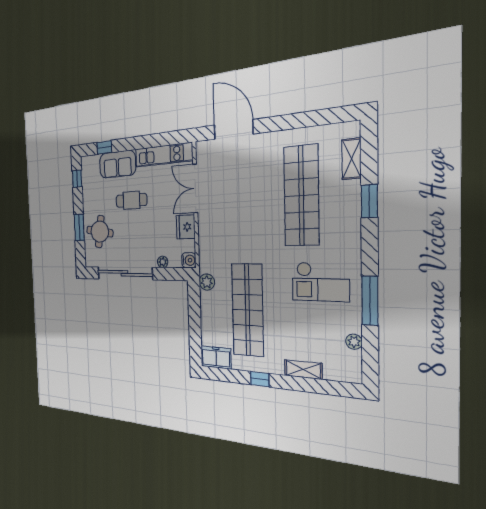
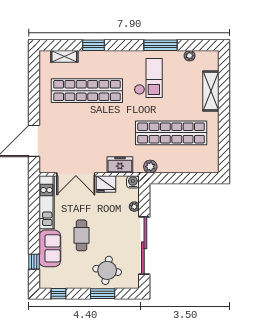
freezer: (216, 357) -> (120, 165), moved, turned 90
shelving: (303, 369) -> (211, 91), width x1.50, depth x1.33
window: (260, 379) -> (224, 124), removed

